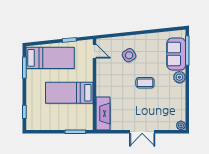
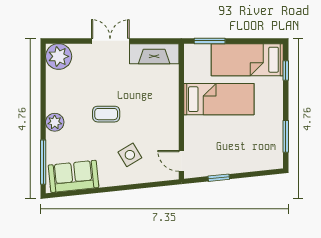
sofa: (176, 54) -> (74, 176), moved, turned -96
bed: (50, 58) -> (247, 60), moved
fireplace: (103, 114) -> (154, 54), moved, turned -90
plant: (181, 125) -> (59, 56), width x1.88, depth x1.88

